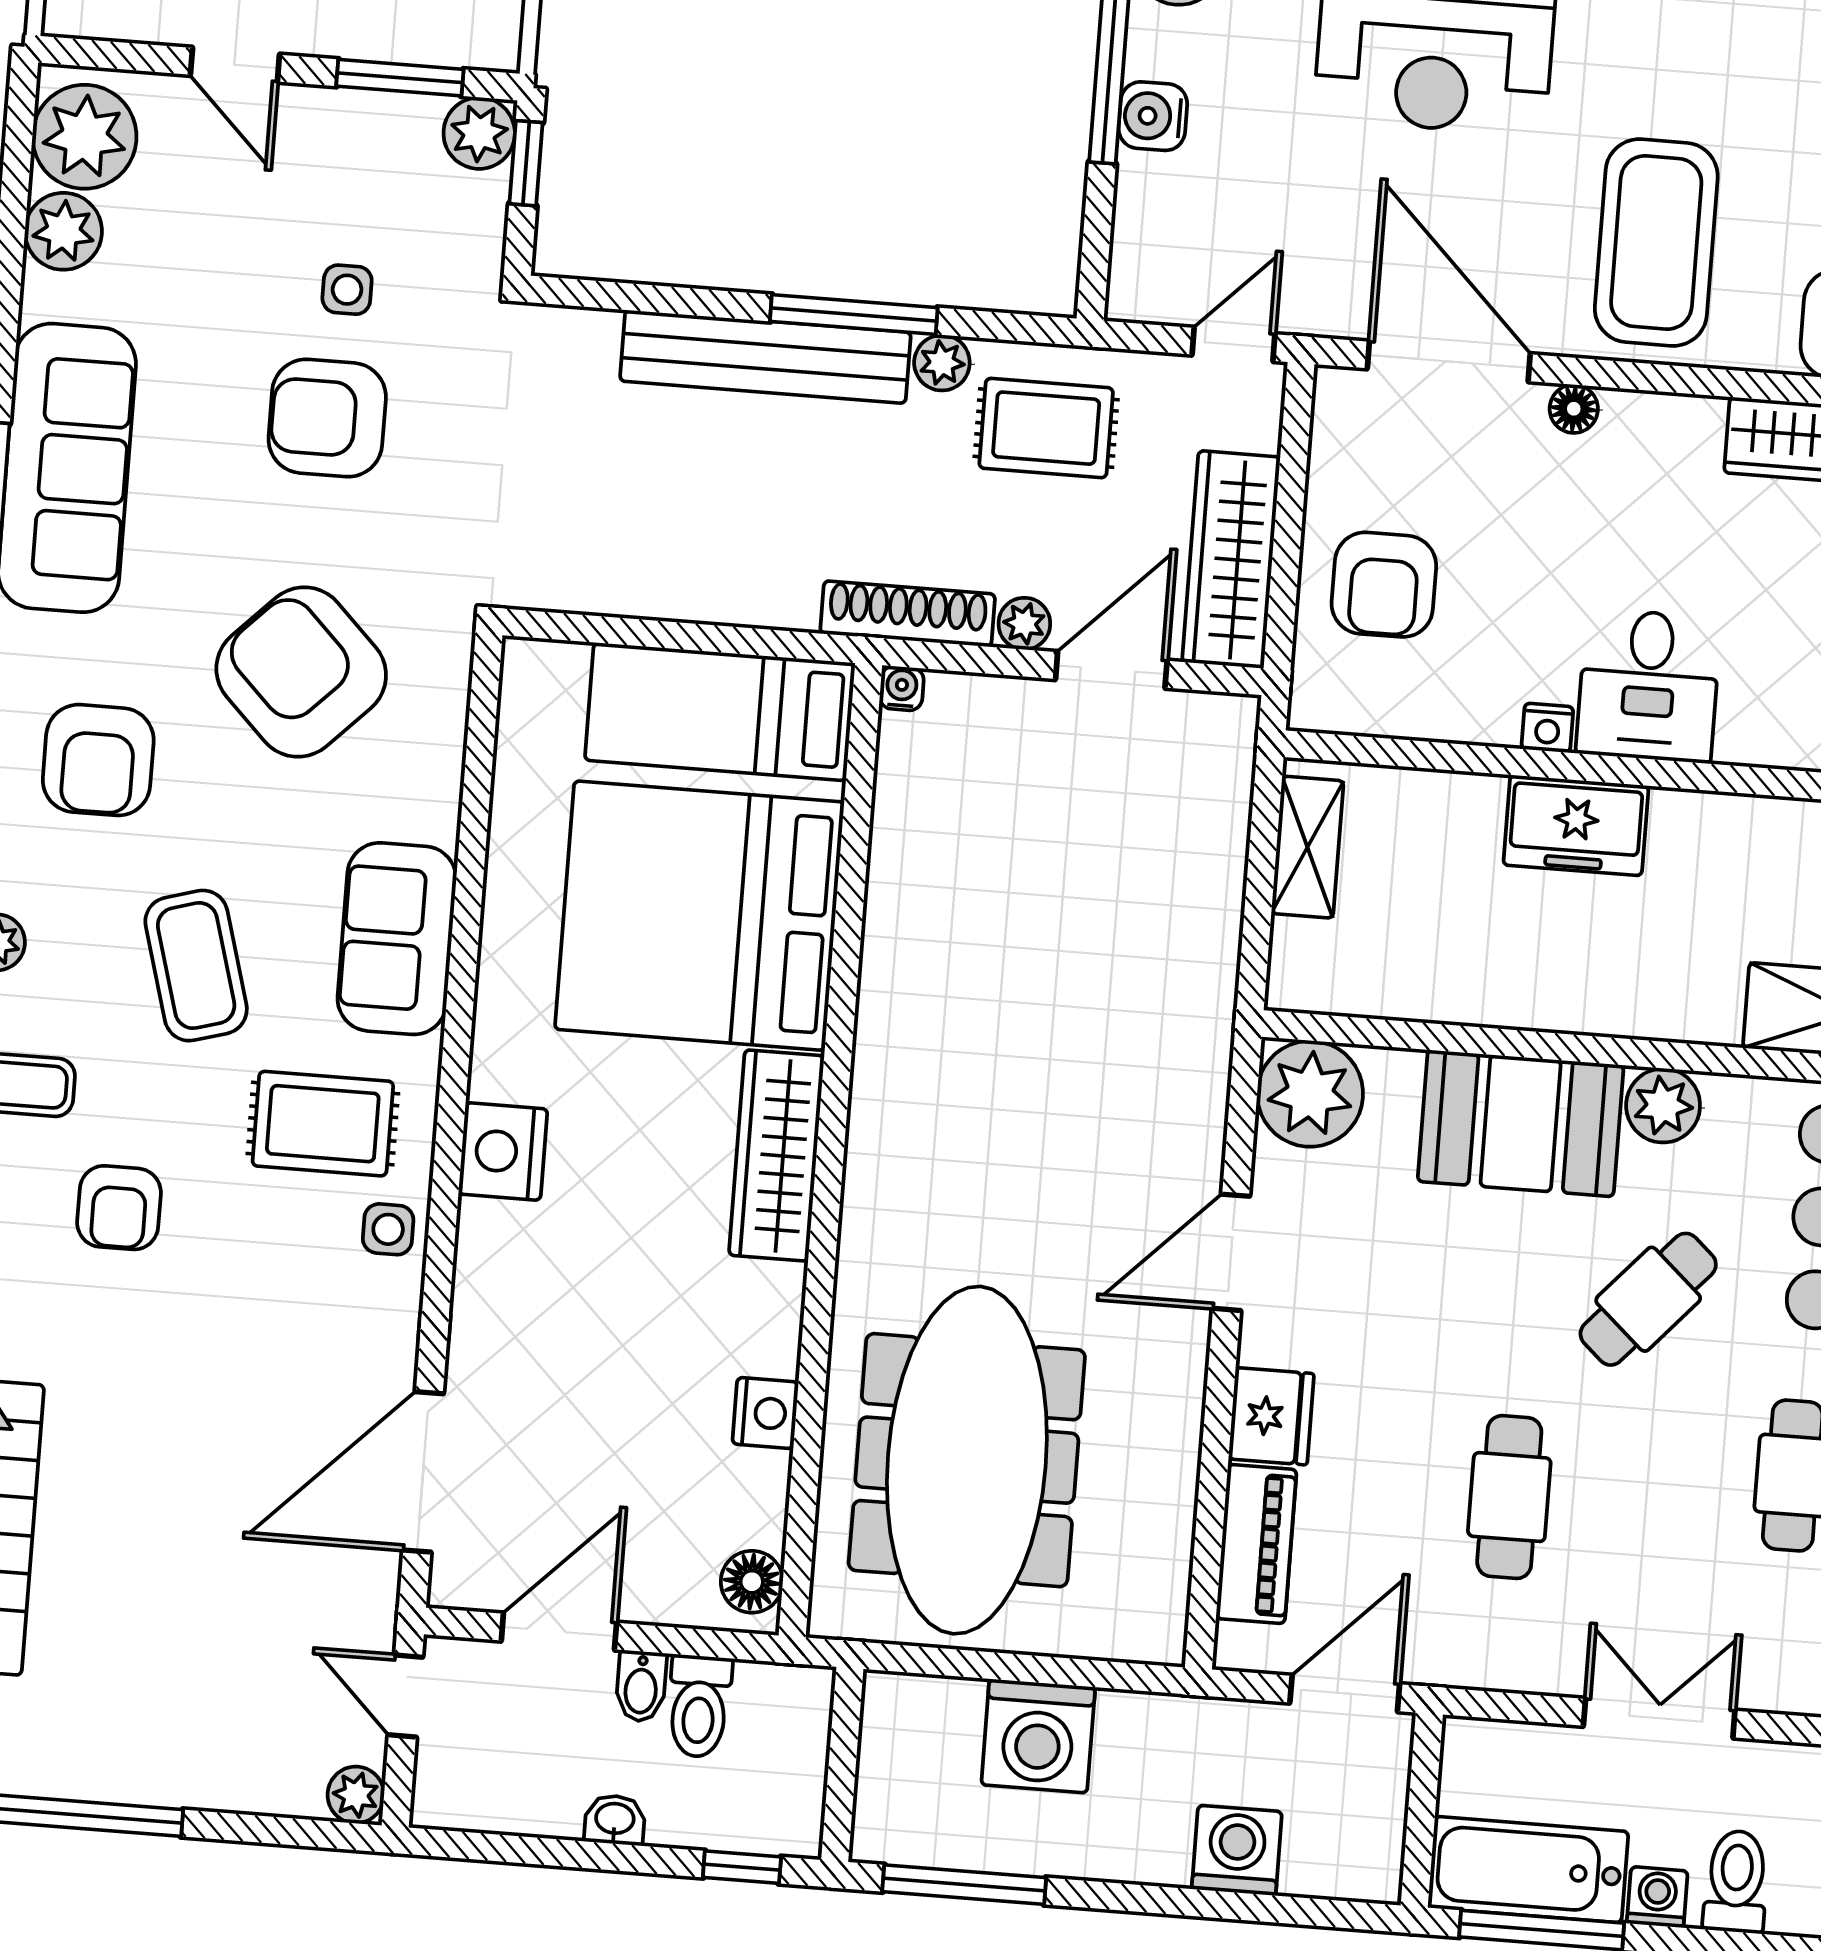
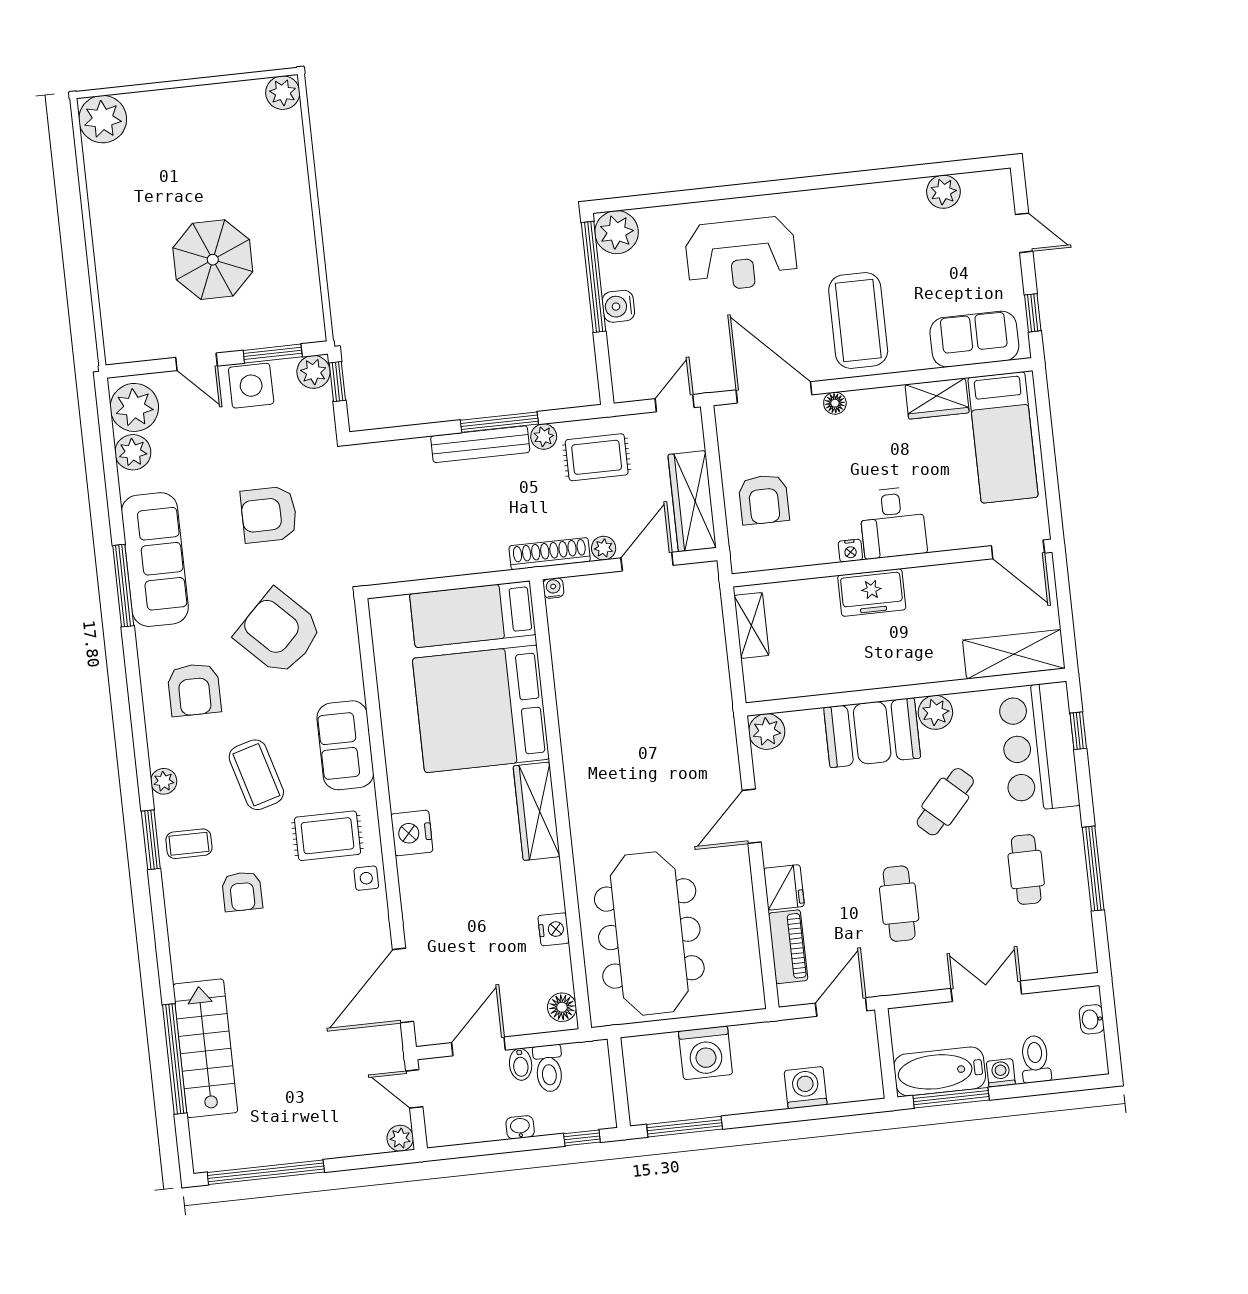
side table: (347, 290) -> (251, 386), moved, width x1.87, depth x1.87
bench: (765, 357) -> (480, 444), width x0.73, depth x0.82
plant: (1310, 1094) -> (767, 732), width x0.73, depth x0.73

